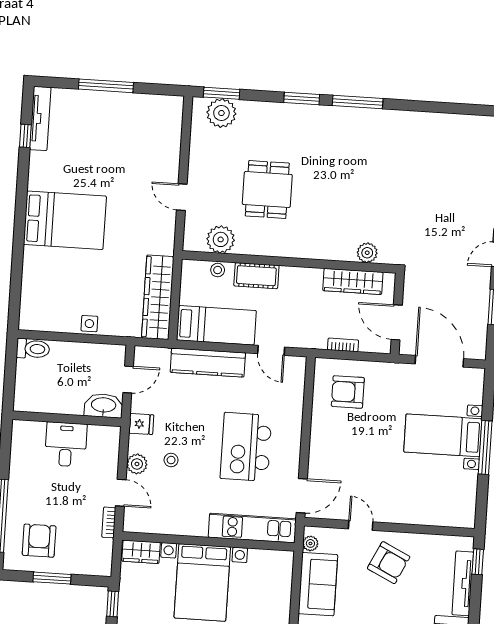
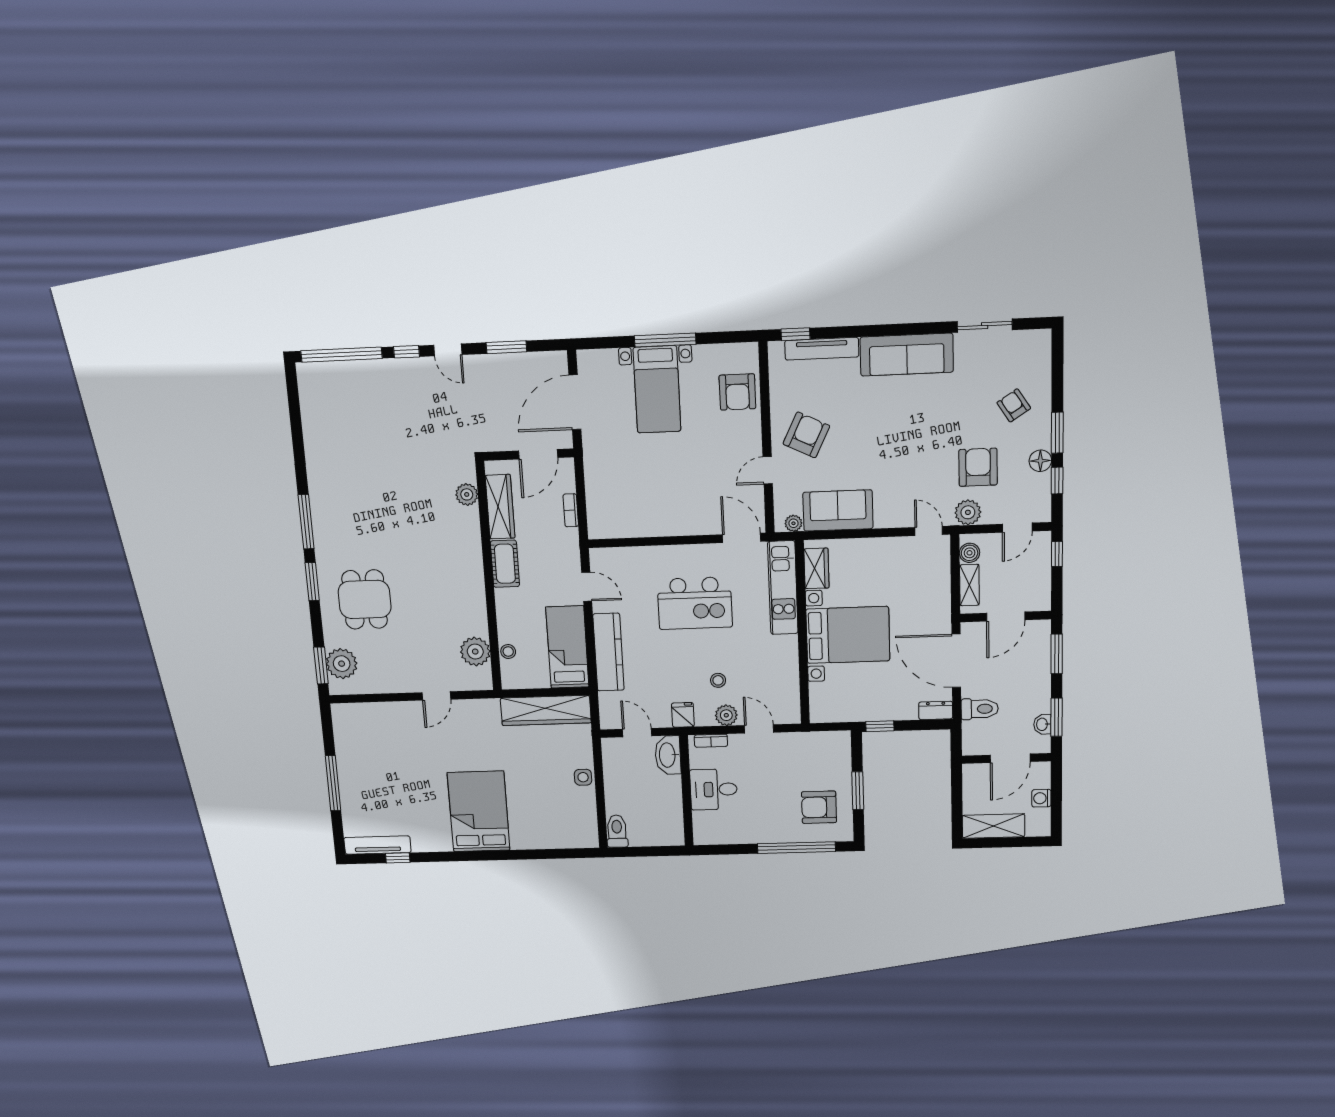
dining table: (267, 190) -> (365, 599), moved, turned 90
cot: (256, 276) -> (505, 564), moved
door: (271, 350) -> (587, 587), hinge flipped
armchair: (348, 392) -> (737, 392), moved
door: (121, 493) -> (759, 729), hinge flipped
bookcase: (109, 522) -> (711, 741), moved
wardrobe: (141, 552) -> (816, 568), moved

